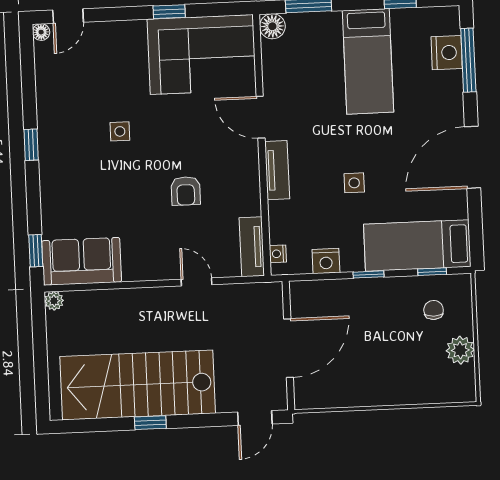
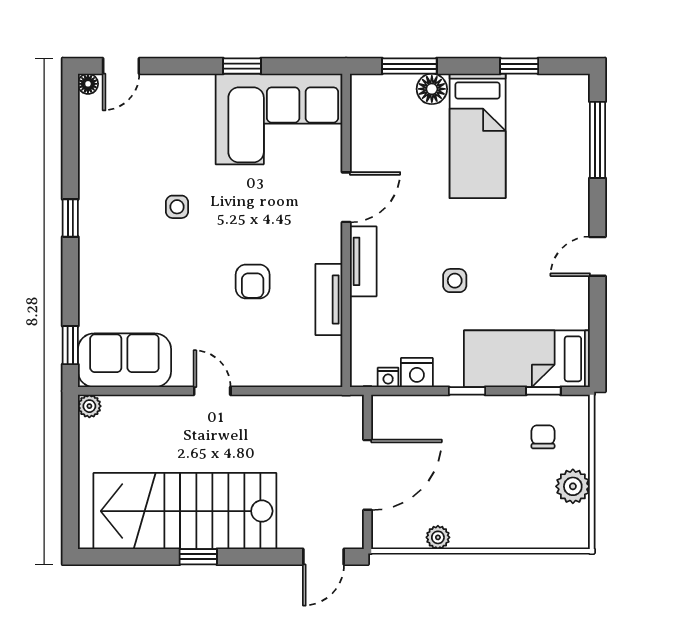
floor lamp: (272, 26) -> (432, 89), moved
nightstand: (447, 53) -> (572, 130), removed
door: (261, 117) -> (346, 197), swing flipped
door: (473, 157) -> (598, 256), width x0.53
tv unit: (252, 247) -> (329, 300), moved
nightstand: (278, 254) -> (388, 377), moved, turned -90
door: (196, 282) -> (212, 391), moved
plant: (350, 398) -> (438, 537), added

